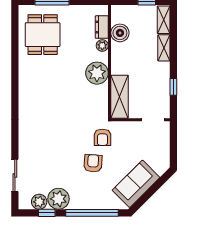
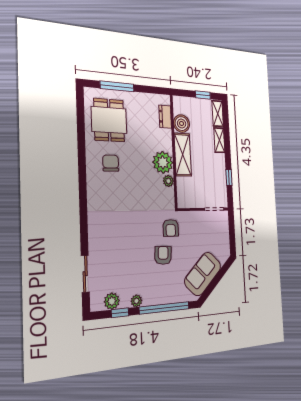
plant: (102, 46) -> (168, 181), moved
chair: (43, 75) -> (111, 163), added
shelving: (120, 97) -> (183, 155), moved
plant: (58, 199) -> (136, 301), width x0.53, depth x0.53

